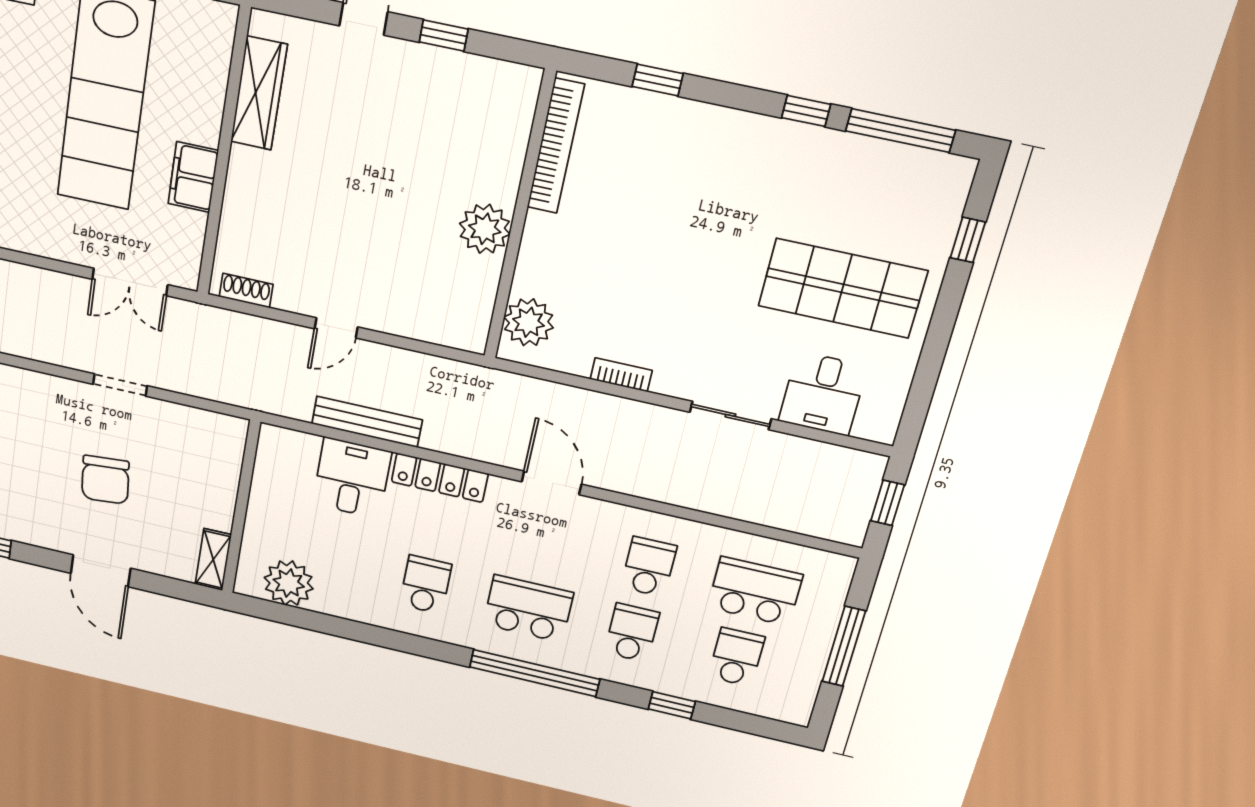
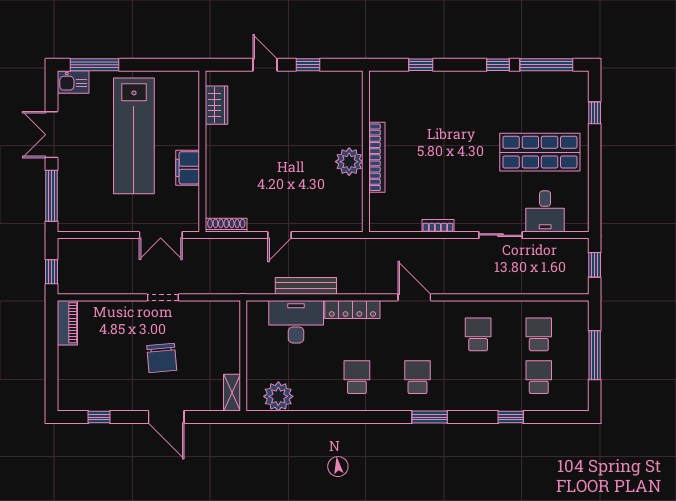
wardrobe: (259, 93) -> (217, 105), width x0.67
bookcase: (556, 146) -> (377, 157), moved
shoe rack: (246, 291) -> (226, 225), width x1.43
plant: (529, 322) -> (383, 208), removed
desk: (352, 478) -> (296, 322), width x1.37
school desk: (755, 591) -> (539, 334), width x0.54
school desk: (528, 609) -> (418, 377), width x0.54
school desk: (632, 633) -> (478, 377), removed
window: (535, 673) -> (430, 417), width x0.47

